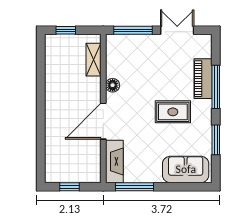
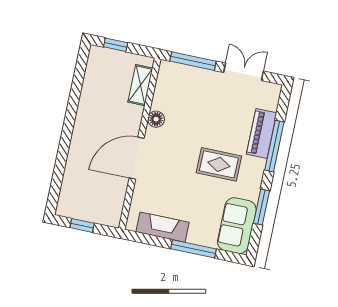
fireplace: (114, 161) -> (162, 227), moved, turned -90
sofa: (186, 169) -> (237, 226), moved, turned -90
window: (135, 187) -> (193, 249), moved

